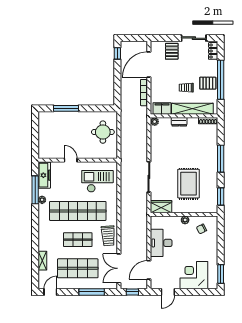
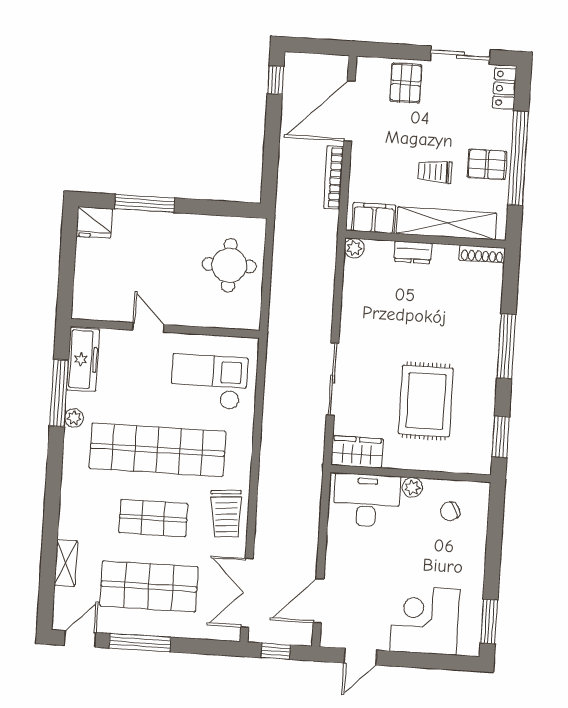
fridge: (45, 118) -> (94, 222), added
desk: (161, 243) -> (367, 500), moved, turned 90
window: (92, 292) -> (140, 643), moved

